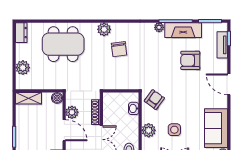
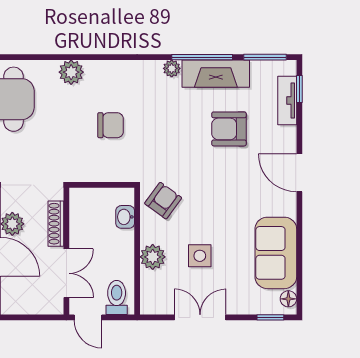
chair: (119, 49) -> (111, 125), moved, turned -83

